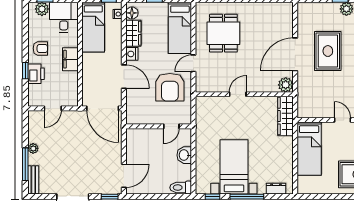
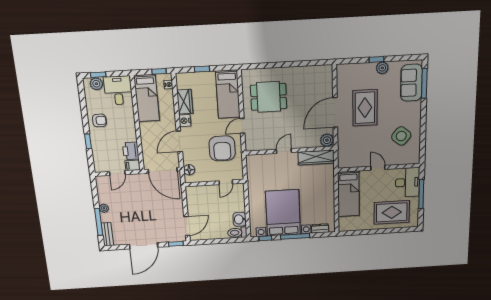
floor lamp: (132, 13) -> (189, 170), moved
dining table: (223, 33) -> (269, 97), turned 90
filing cabinet: (70, 59) -> (133, 165), moved, width x0.50
printer: (36, 74) -> (131, 151), moved, turned 180
door: (124, 77) -> (179, 141), swing flipped
wardrobe: (285, 116) -> (316, 158), moved, turned -90
washbasin: (184, 155) -> (240, 219), moved
bed with nightstands: (234, 167) -> (283, 213), width x1.36

